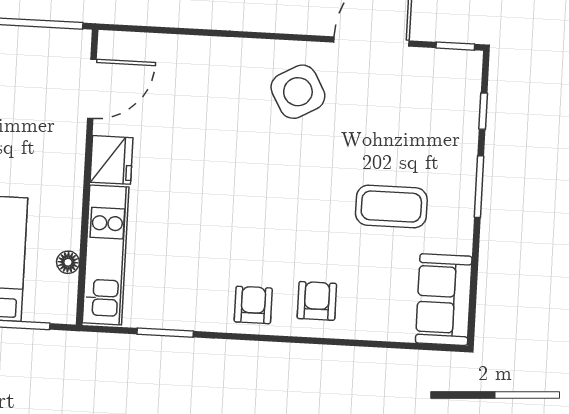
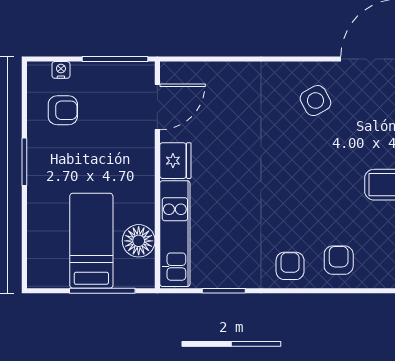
side table: (298, 92) -> (315, 101), width x0.73, depth x0.73
floor lamp: (68, 262) -> (139, 241), width x1.89, depth x1.89

